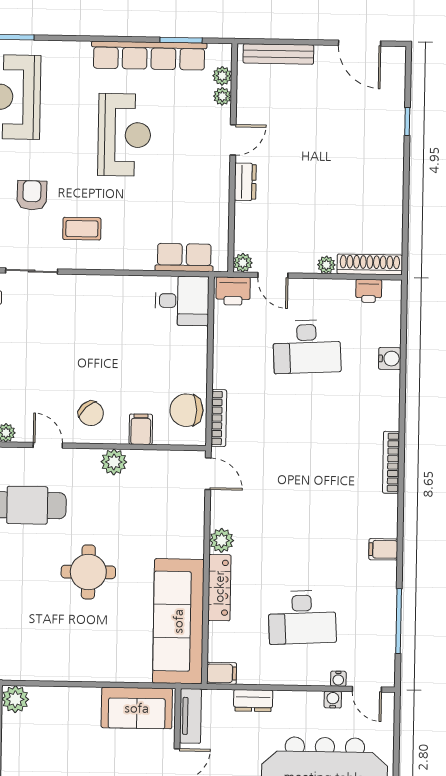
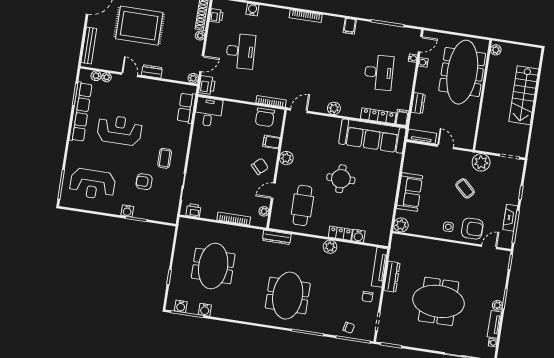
rug: (330, 146) -> (139, 26), added
locker: (219, 588) -> (378, 116), moved
sofa: (137, 708) -> (410, 192), moved

